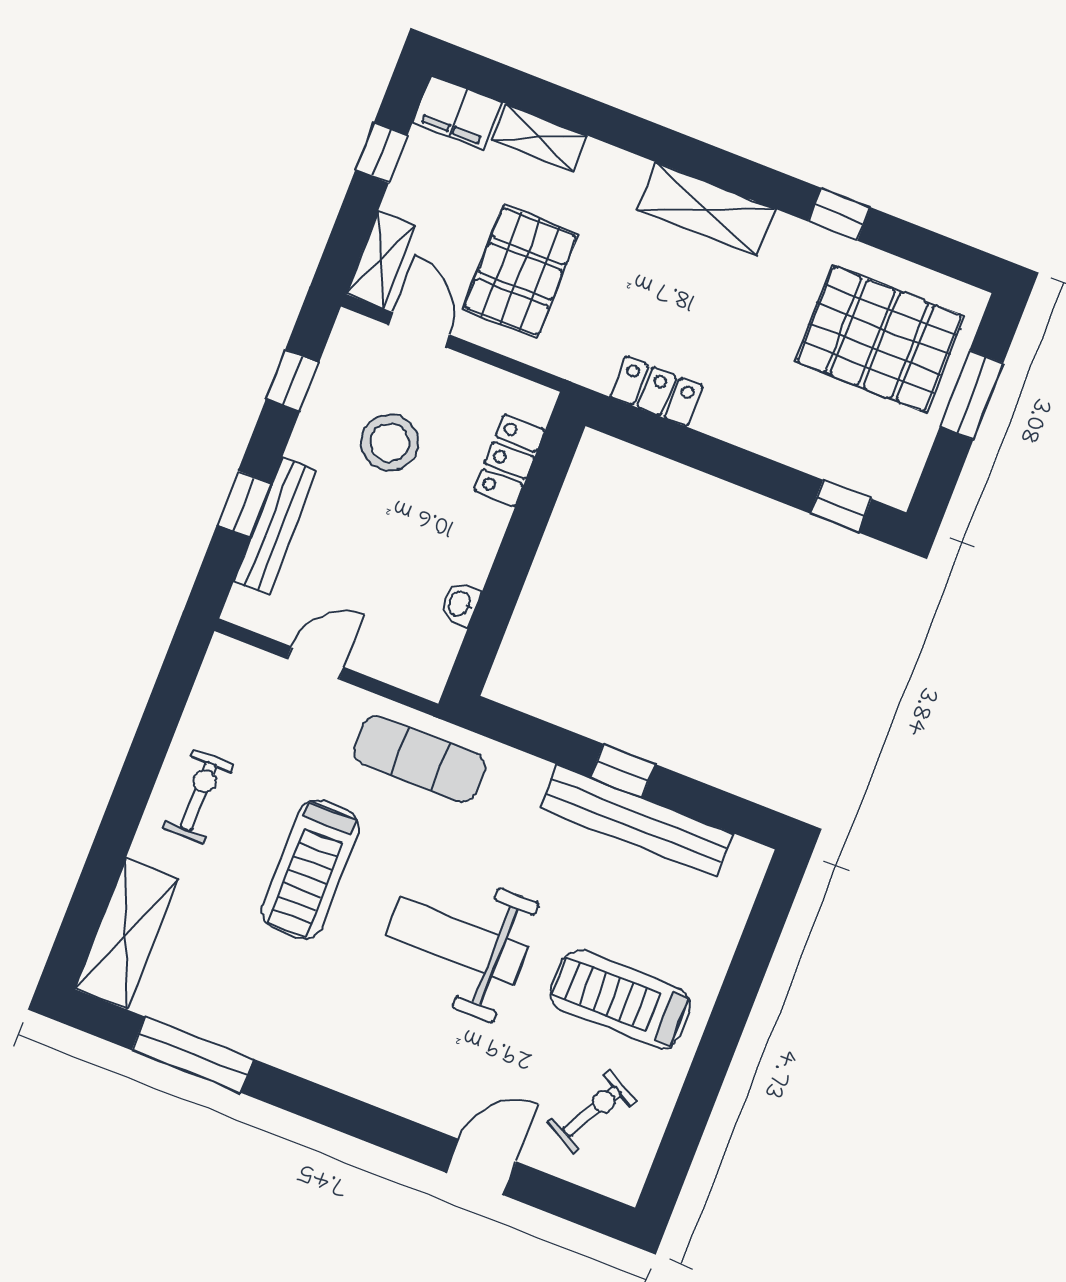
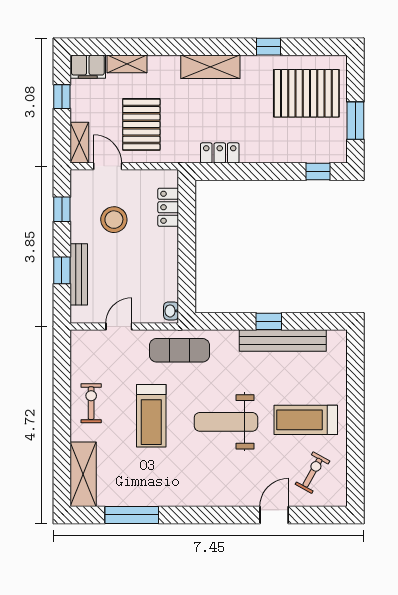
window: (971, 395) -> (355, 121), moved
washbasin: (460, 604) -> (171, 311), moved

